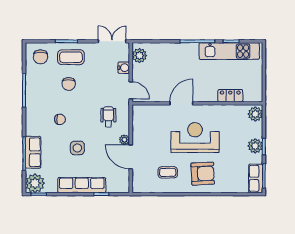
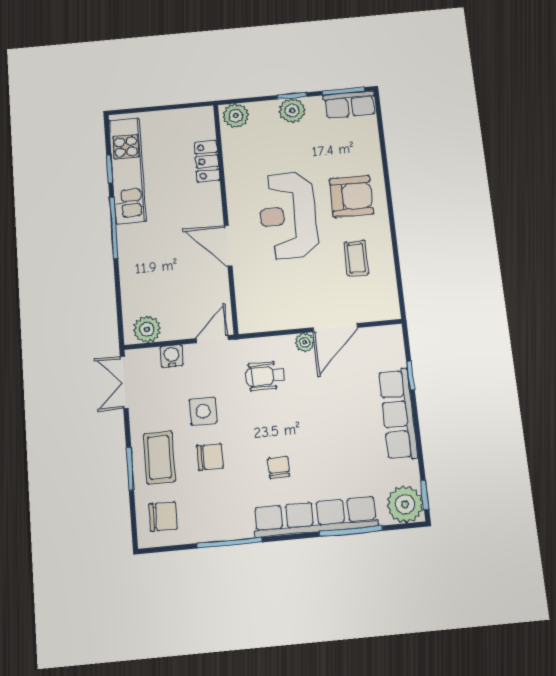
side table: (77, 148) -> (203, 411), moved
row of seats: (33, 152) -> (315, 517), width x2.02
armchair: (203, 174) -> (351, 196), turned 93

